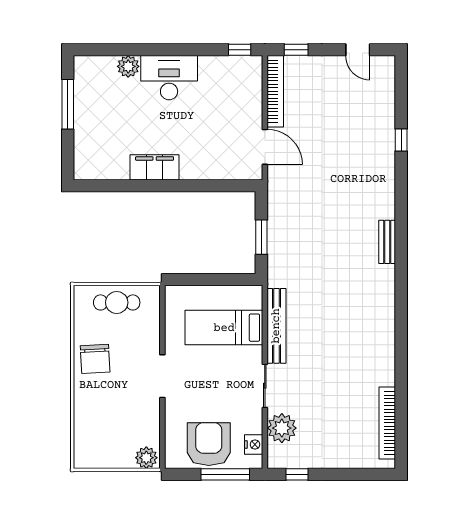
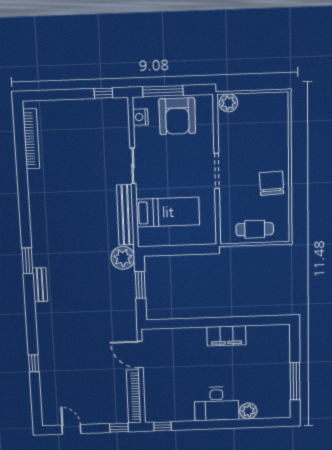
window: (401, 273) -> (27, 261), added
plant: (282, 428) -> (123, 258), moved

